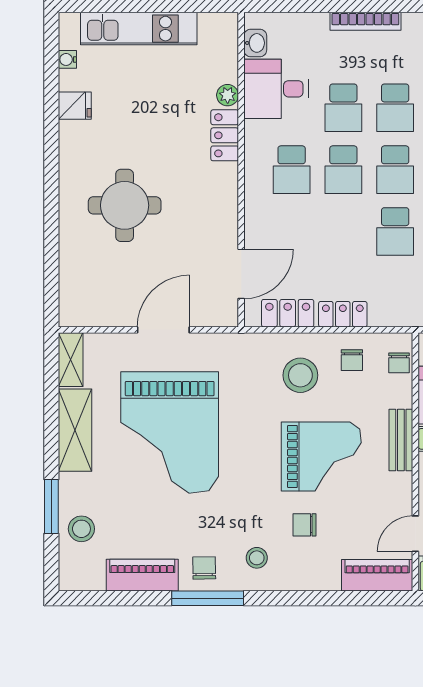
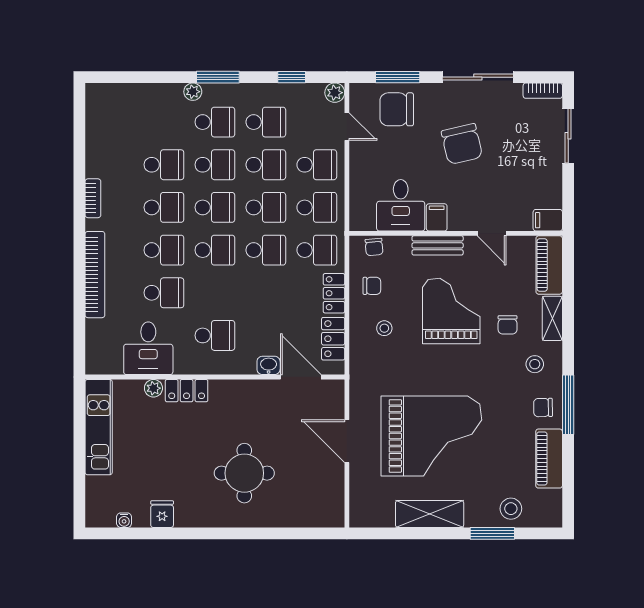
bookcase: (365, 21) -> (95, 275), width x1.48, depth x1.31
kitchen unit: (139, 29) -> (99, 427), moved
washbasin: (255, 43) -> (269, 365), moved
school desk: (343, 170) -> (317, 250), moved
shelving: (71, 360) -> (552, 318), moved, turned 90
chair: (399, 363) -> (374, 247), turned 85
stool: (300, 375) -> (384, 328), width x0.53, depth x0.53
door: (415, 534) -> (492, 233), moved

